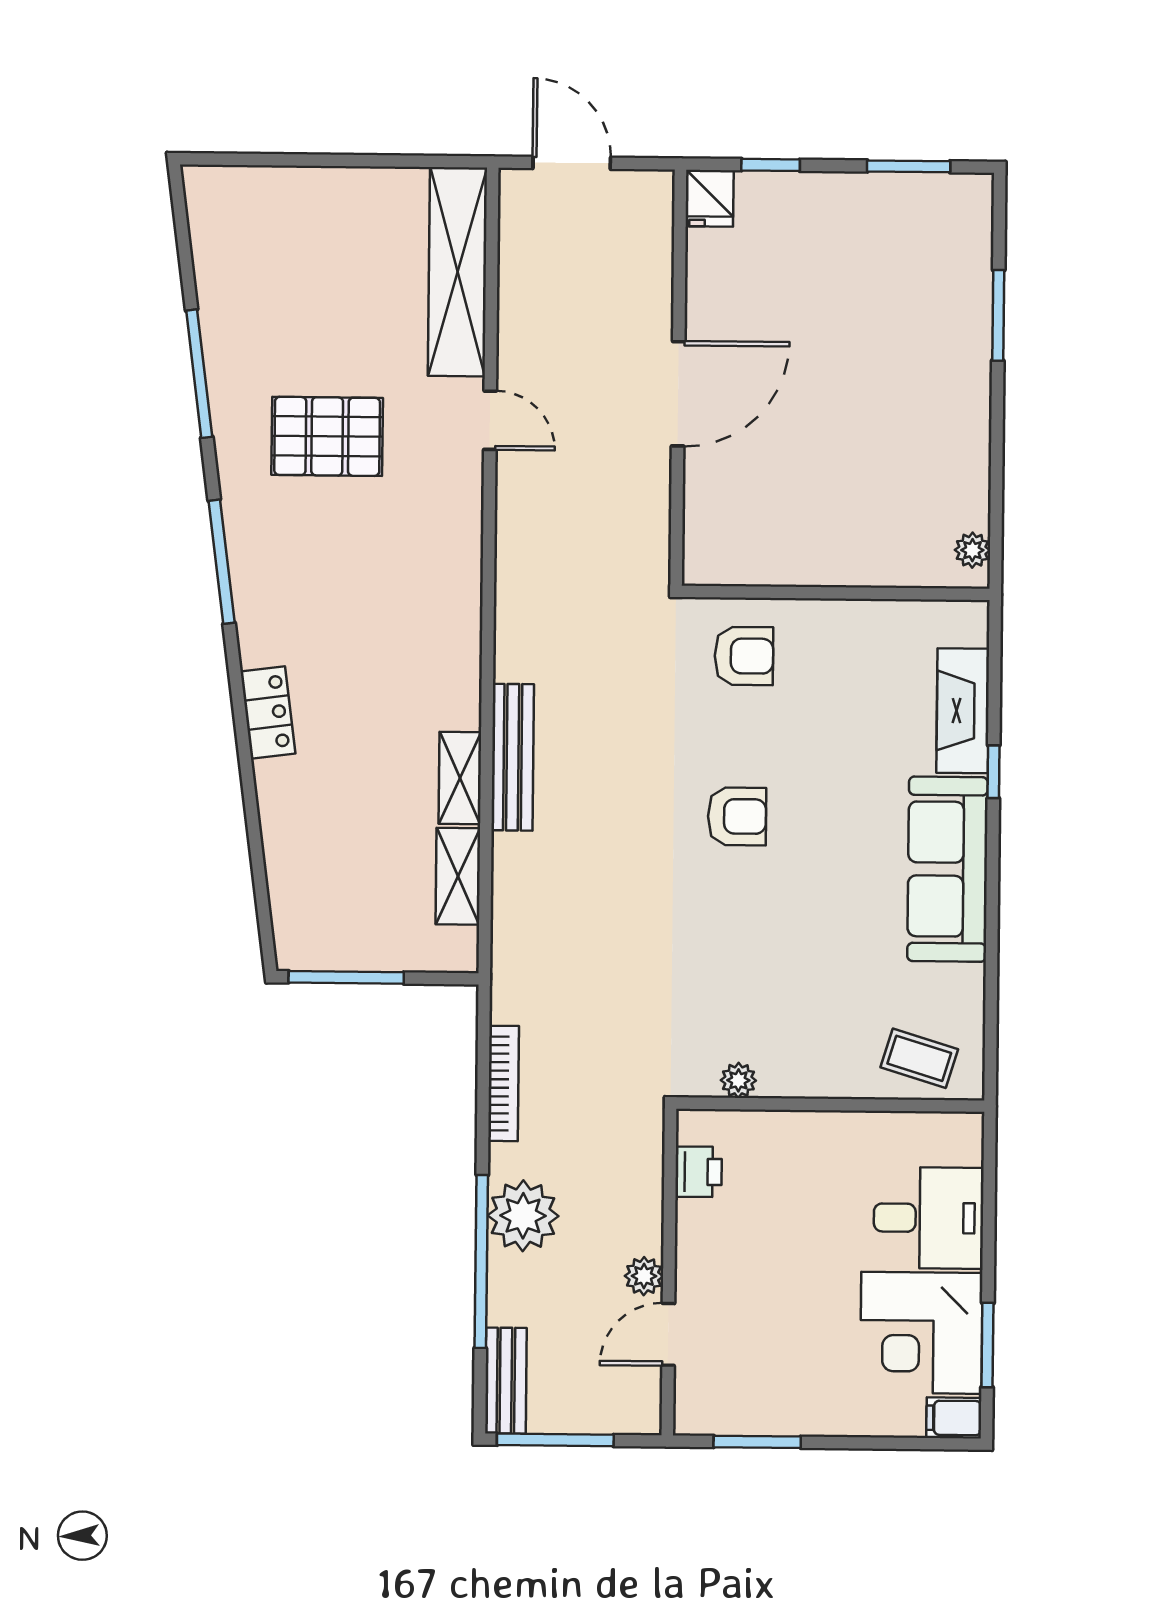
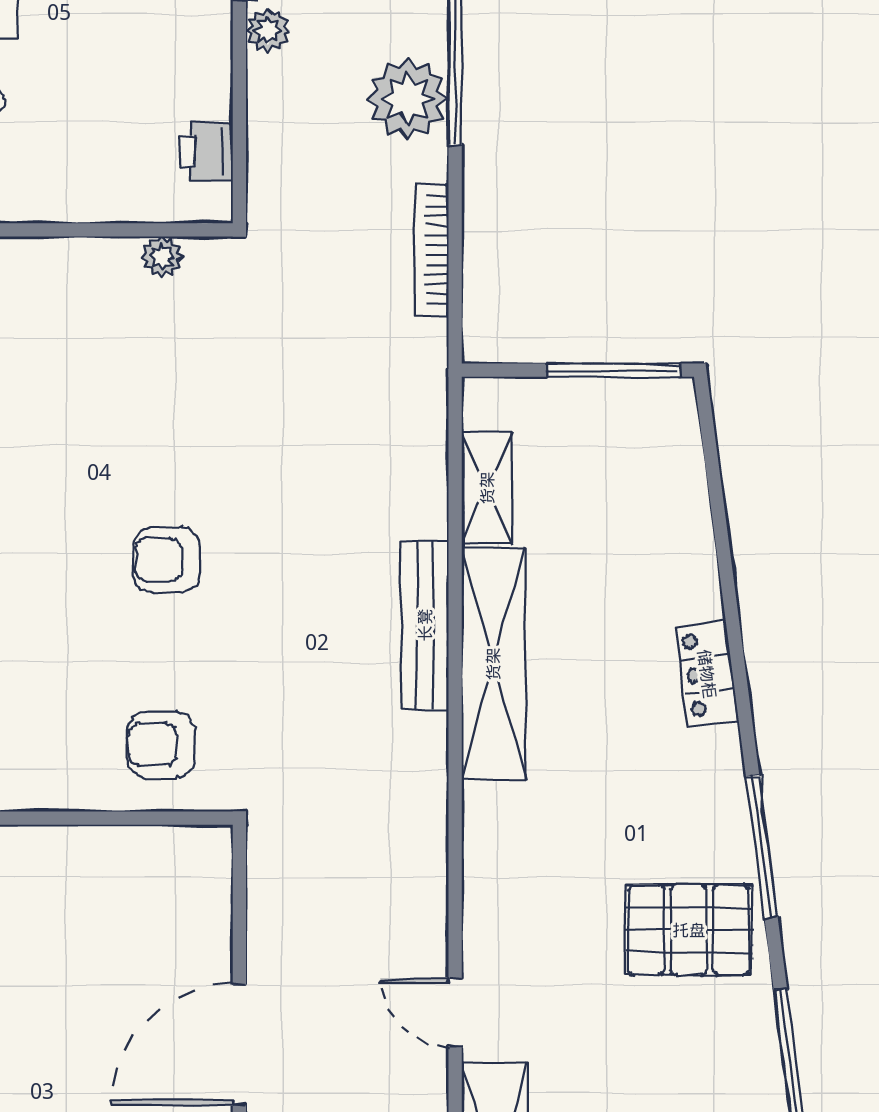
pallet: (327, 436) -> (689, 930), moved
shelving: (460, 778) -> (493, 664), width x2.20, depth x1.33

